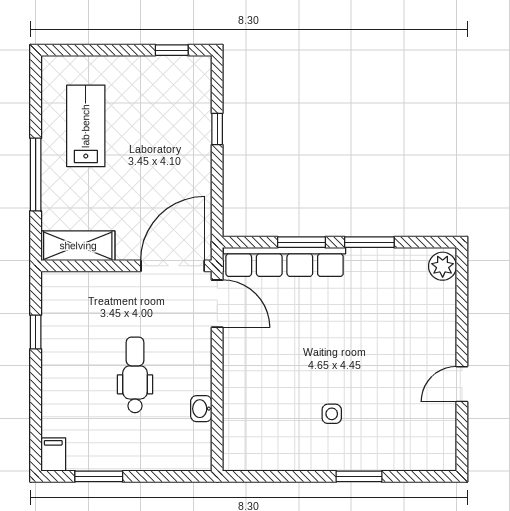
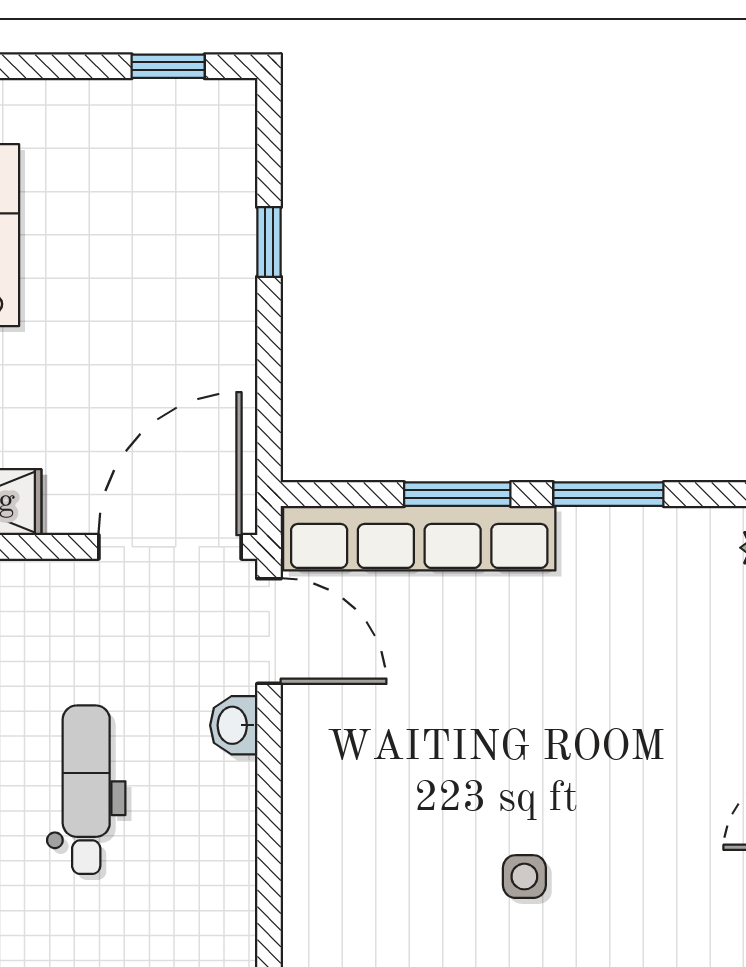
washbasin: (201, 409) -> (234, 725), moved

